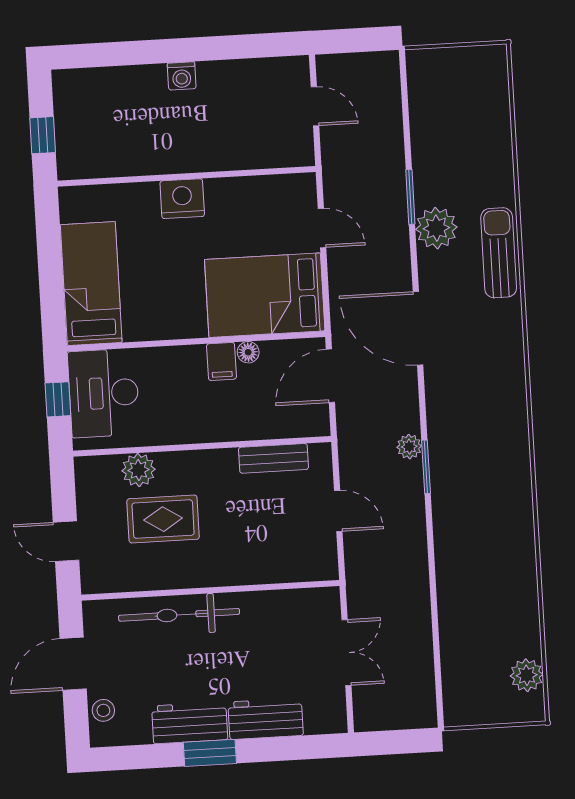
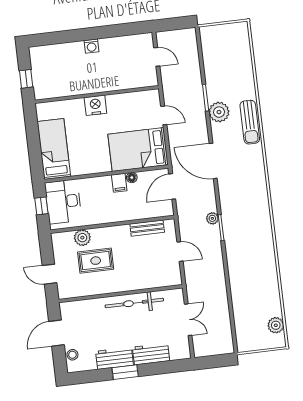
sun lounger: (499, 253) -> (250, 122), turned 180
bicycle: (179, 615) -> (134, 303), moved

